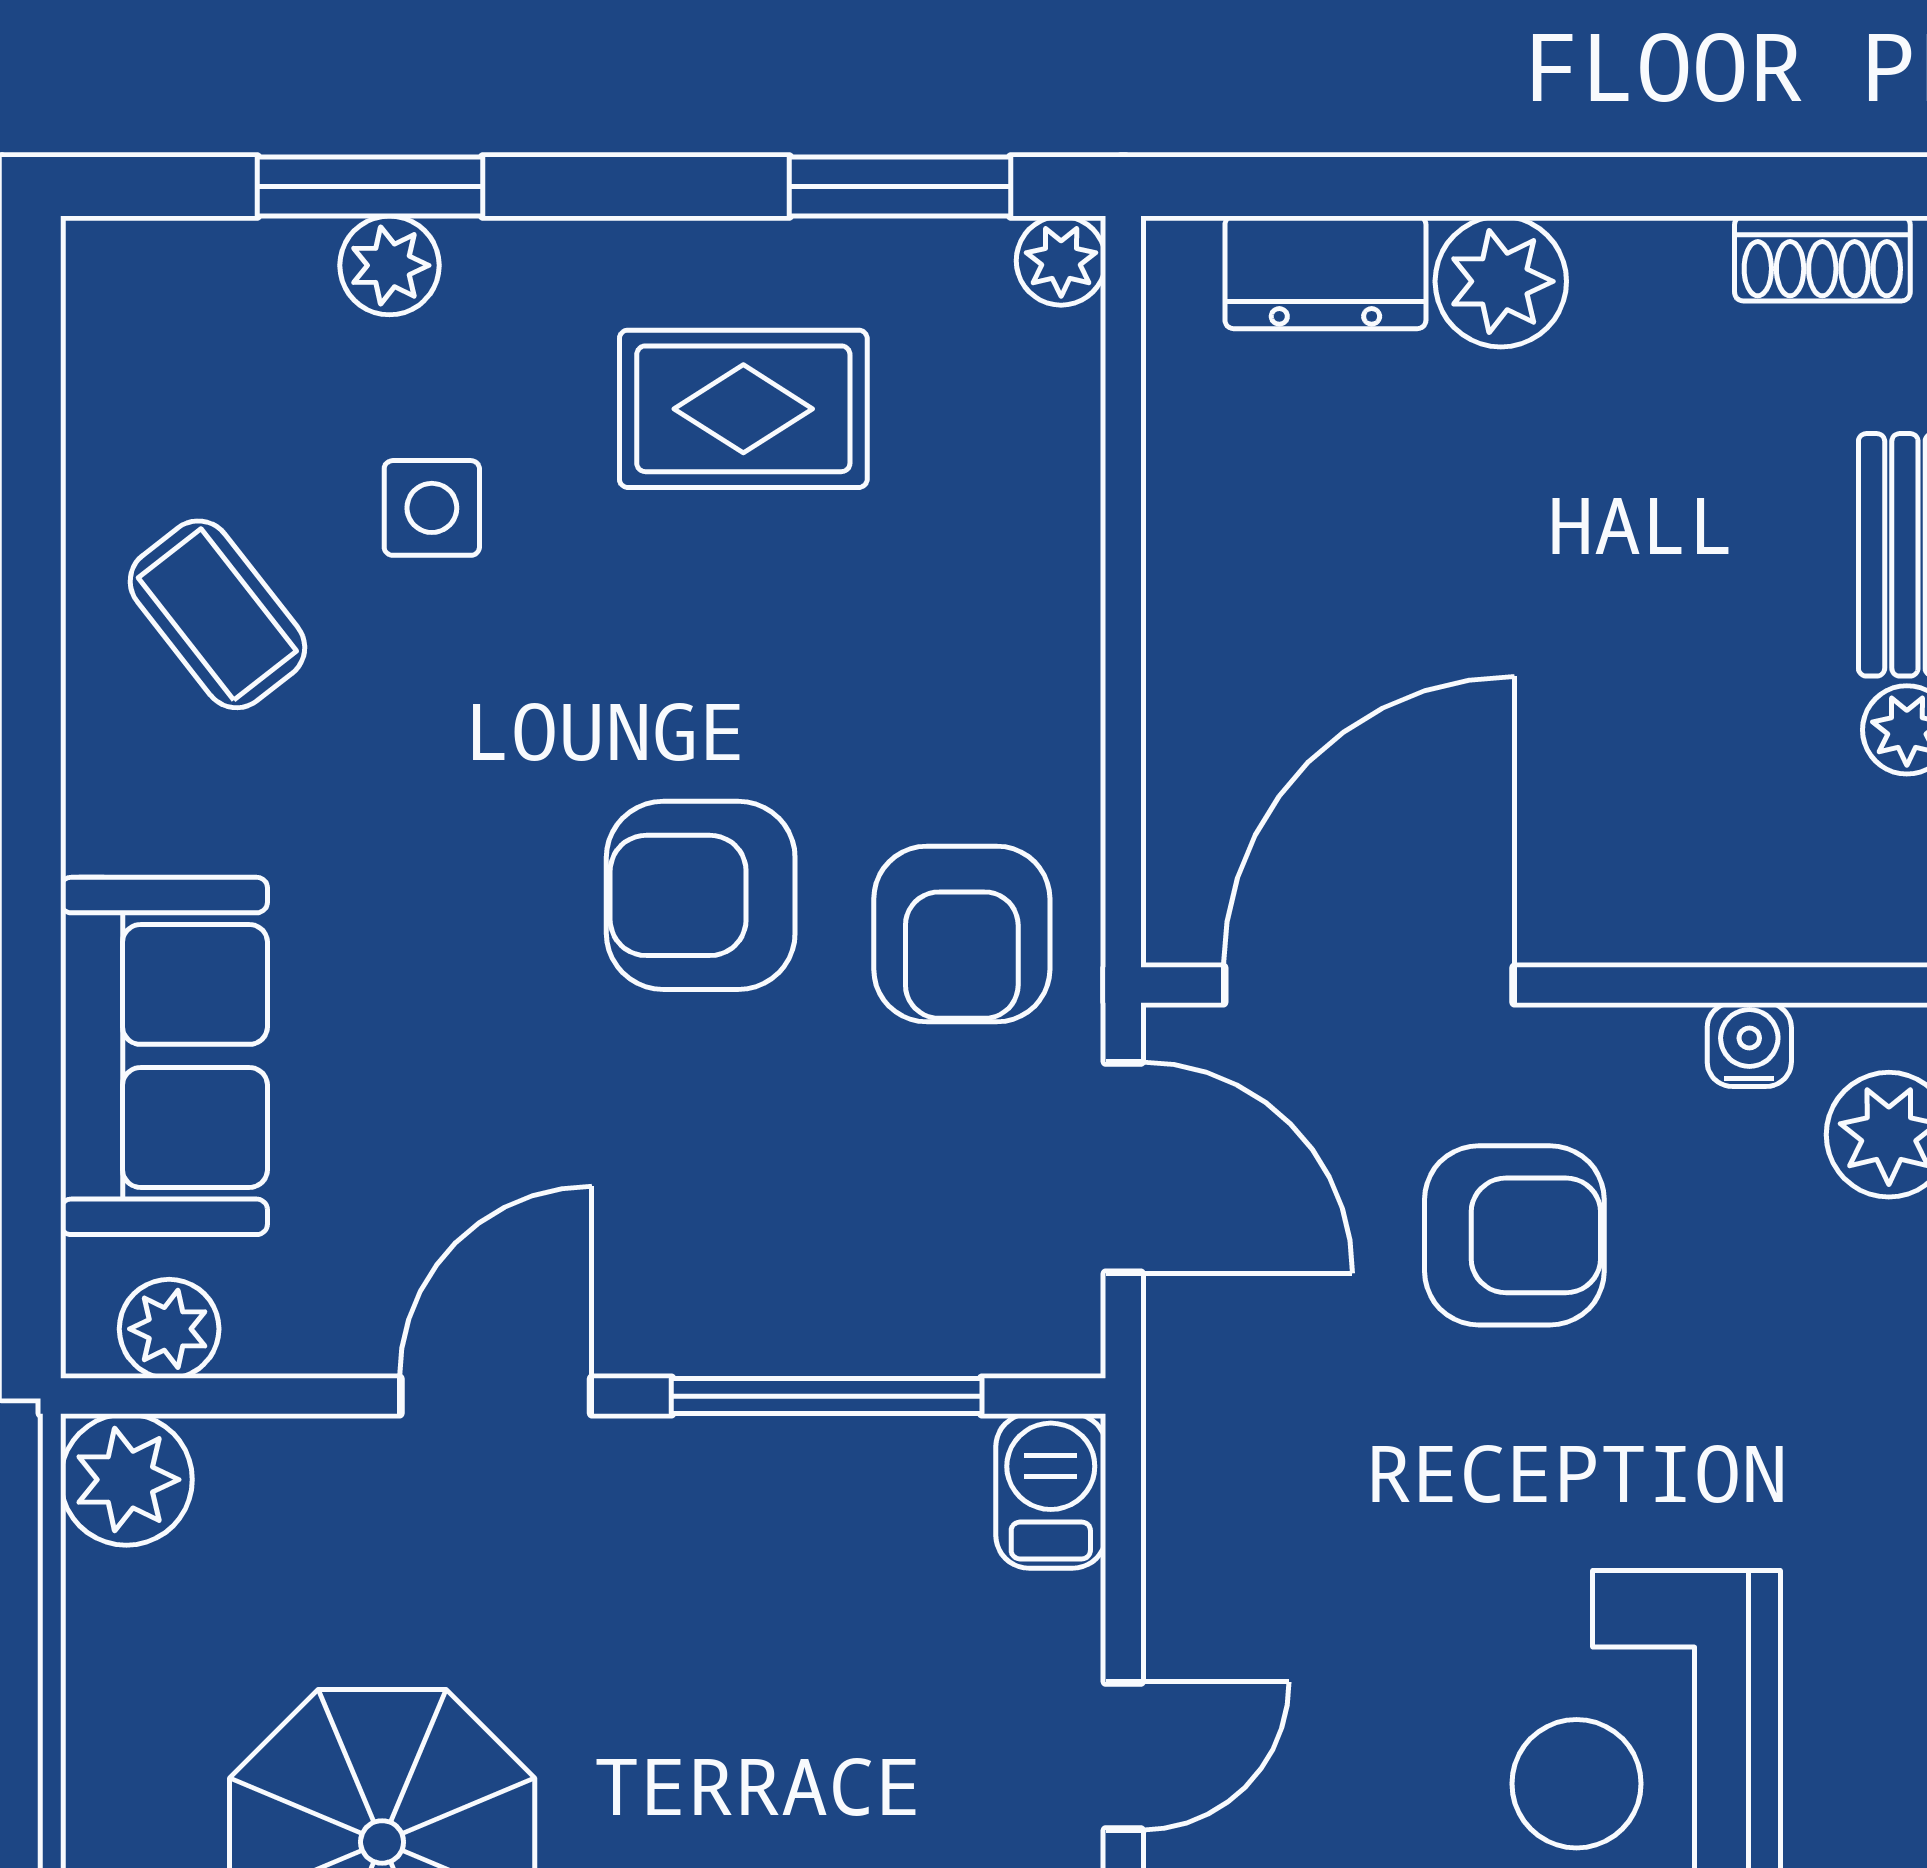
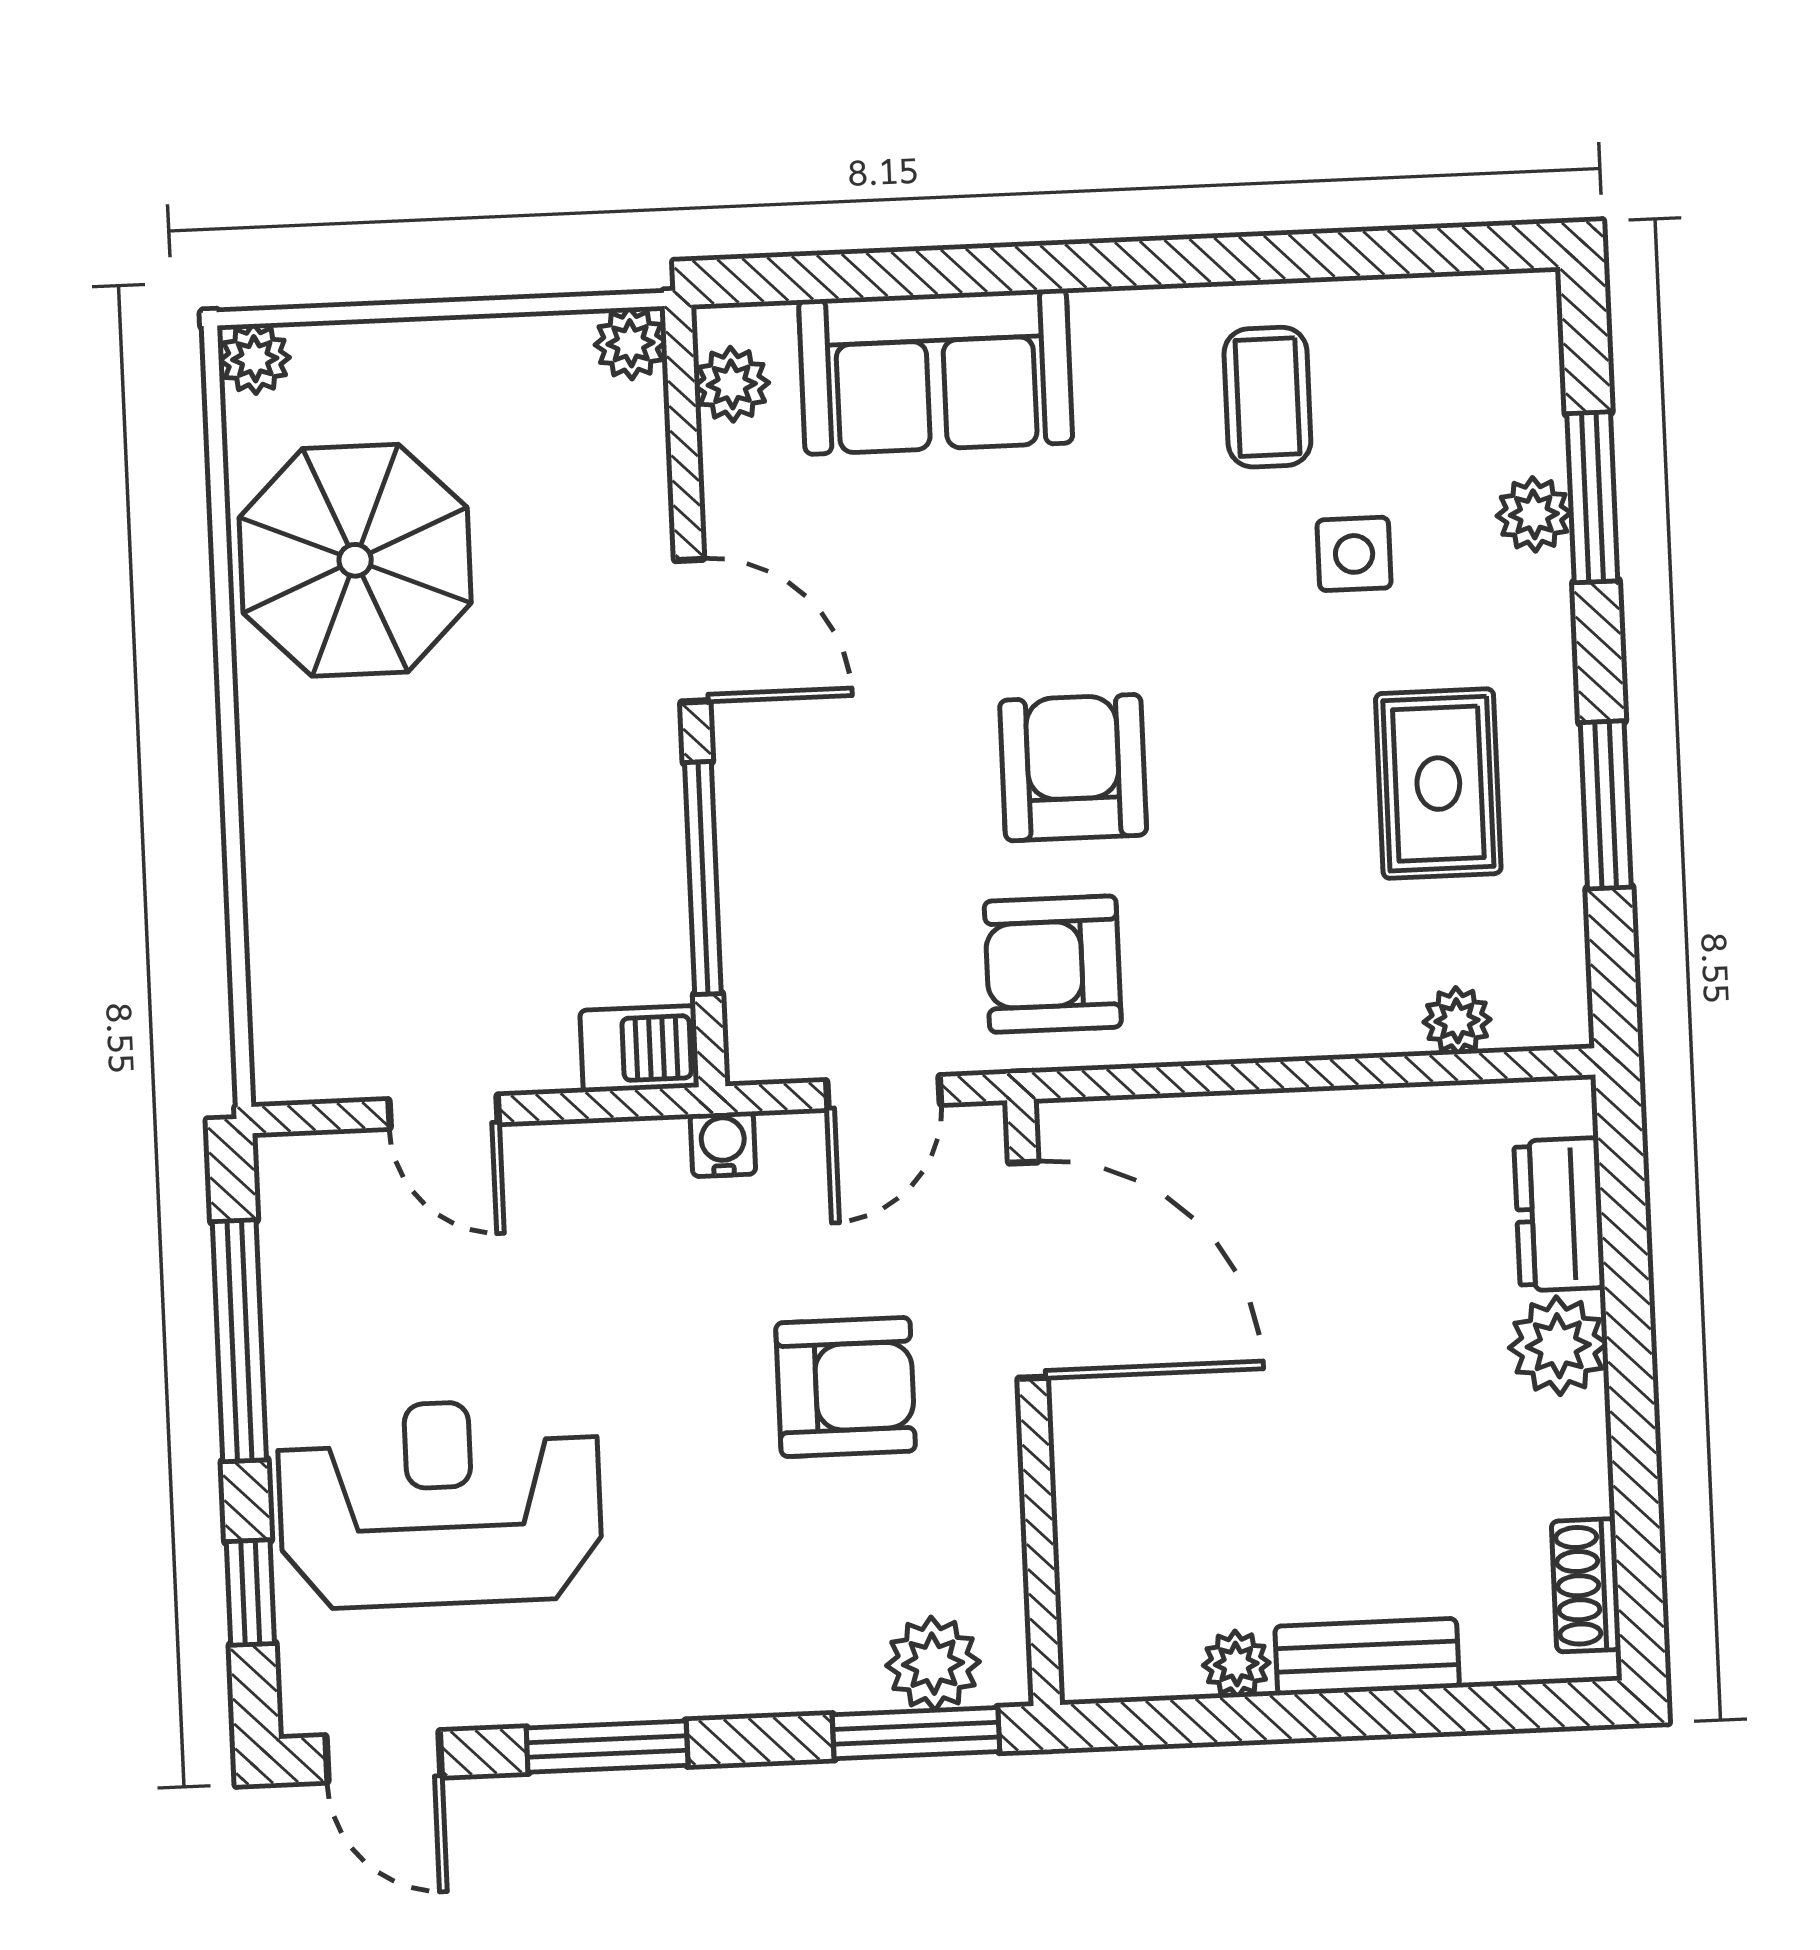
window: (900, 187) -> (1606, 805), moved
plant: (1061, 261) -> (1457, 1021), moved
coffee table: (217, 614) -> (1267, 397), turned -52
water cooler: (1749, 1045) -> (723, 1144), moved, turned -90
door: (1123, 1168) -> (883, 1092), width x0.73
armchair: (1514, 1235) -> (846, 1387), turned -90
plant: (126, 1480) -> (631, 343), width x0.73, depth x0.73

